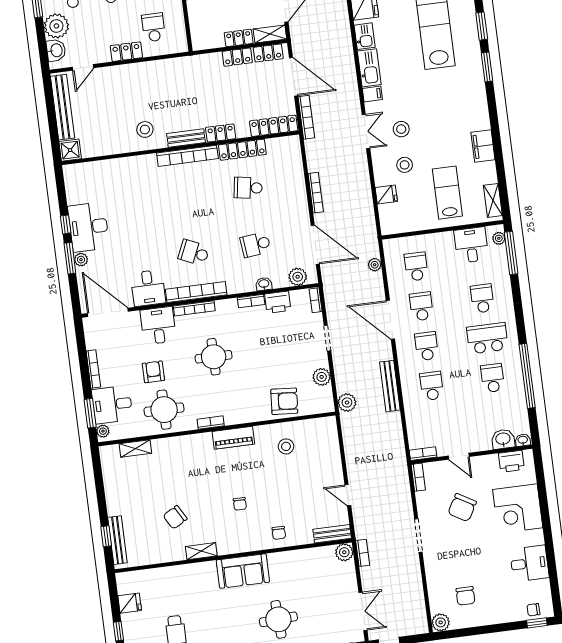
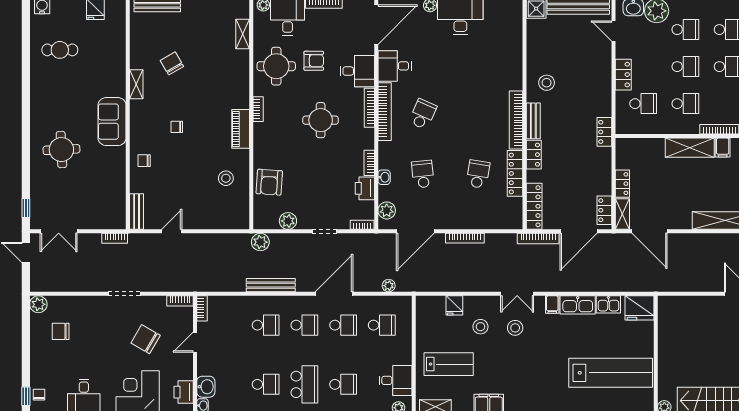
locker: (237, 57) -> (604, 132), moved
plant: (344, 552) -> (117, 221), removed

